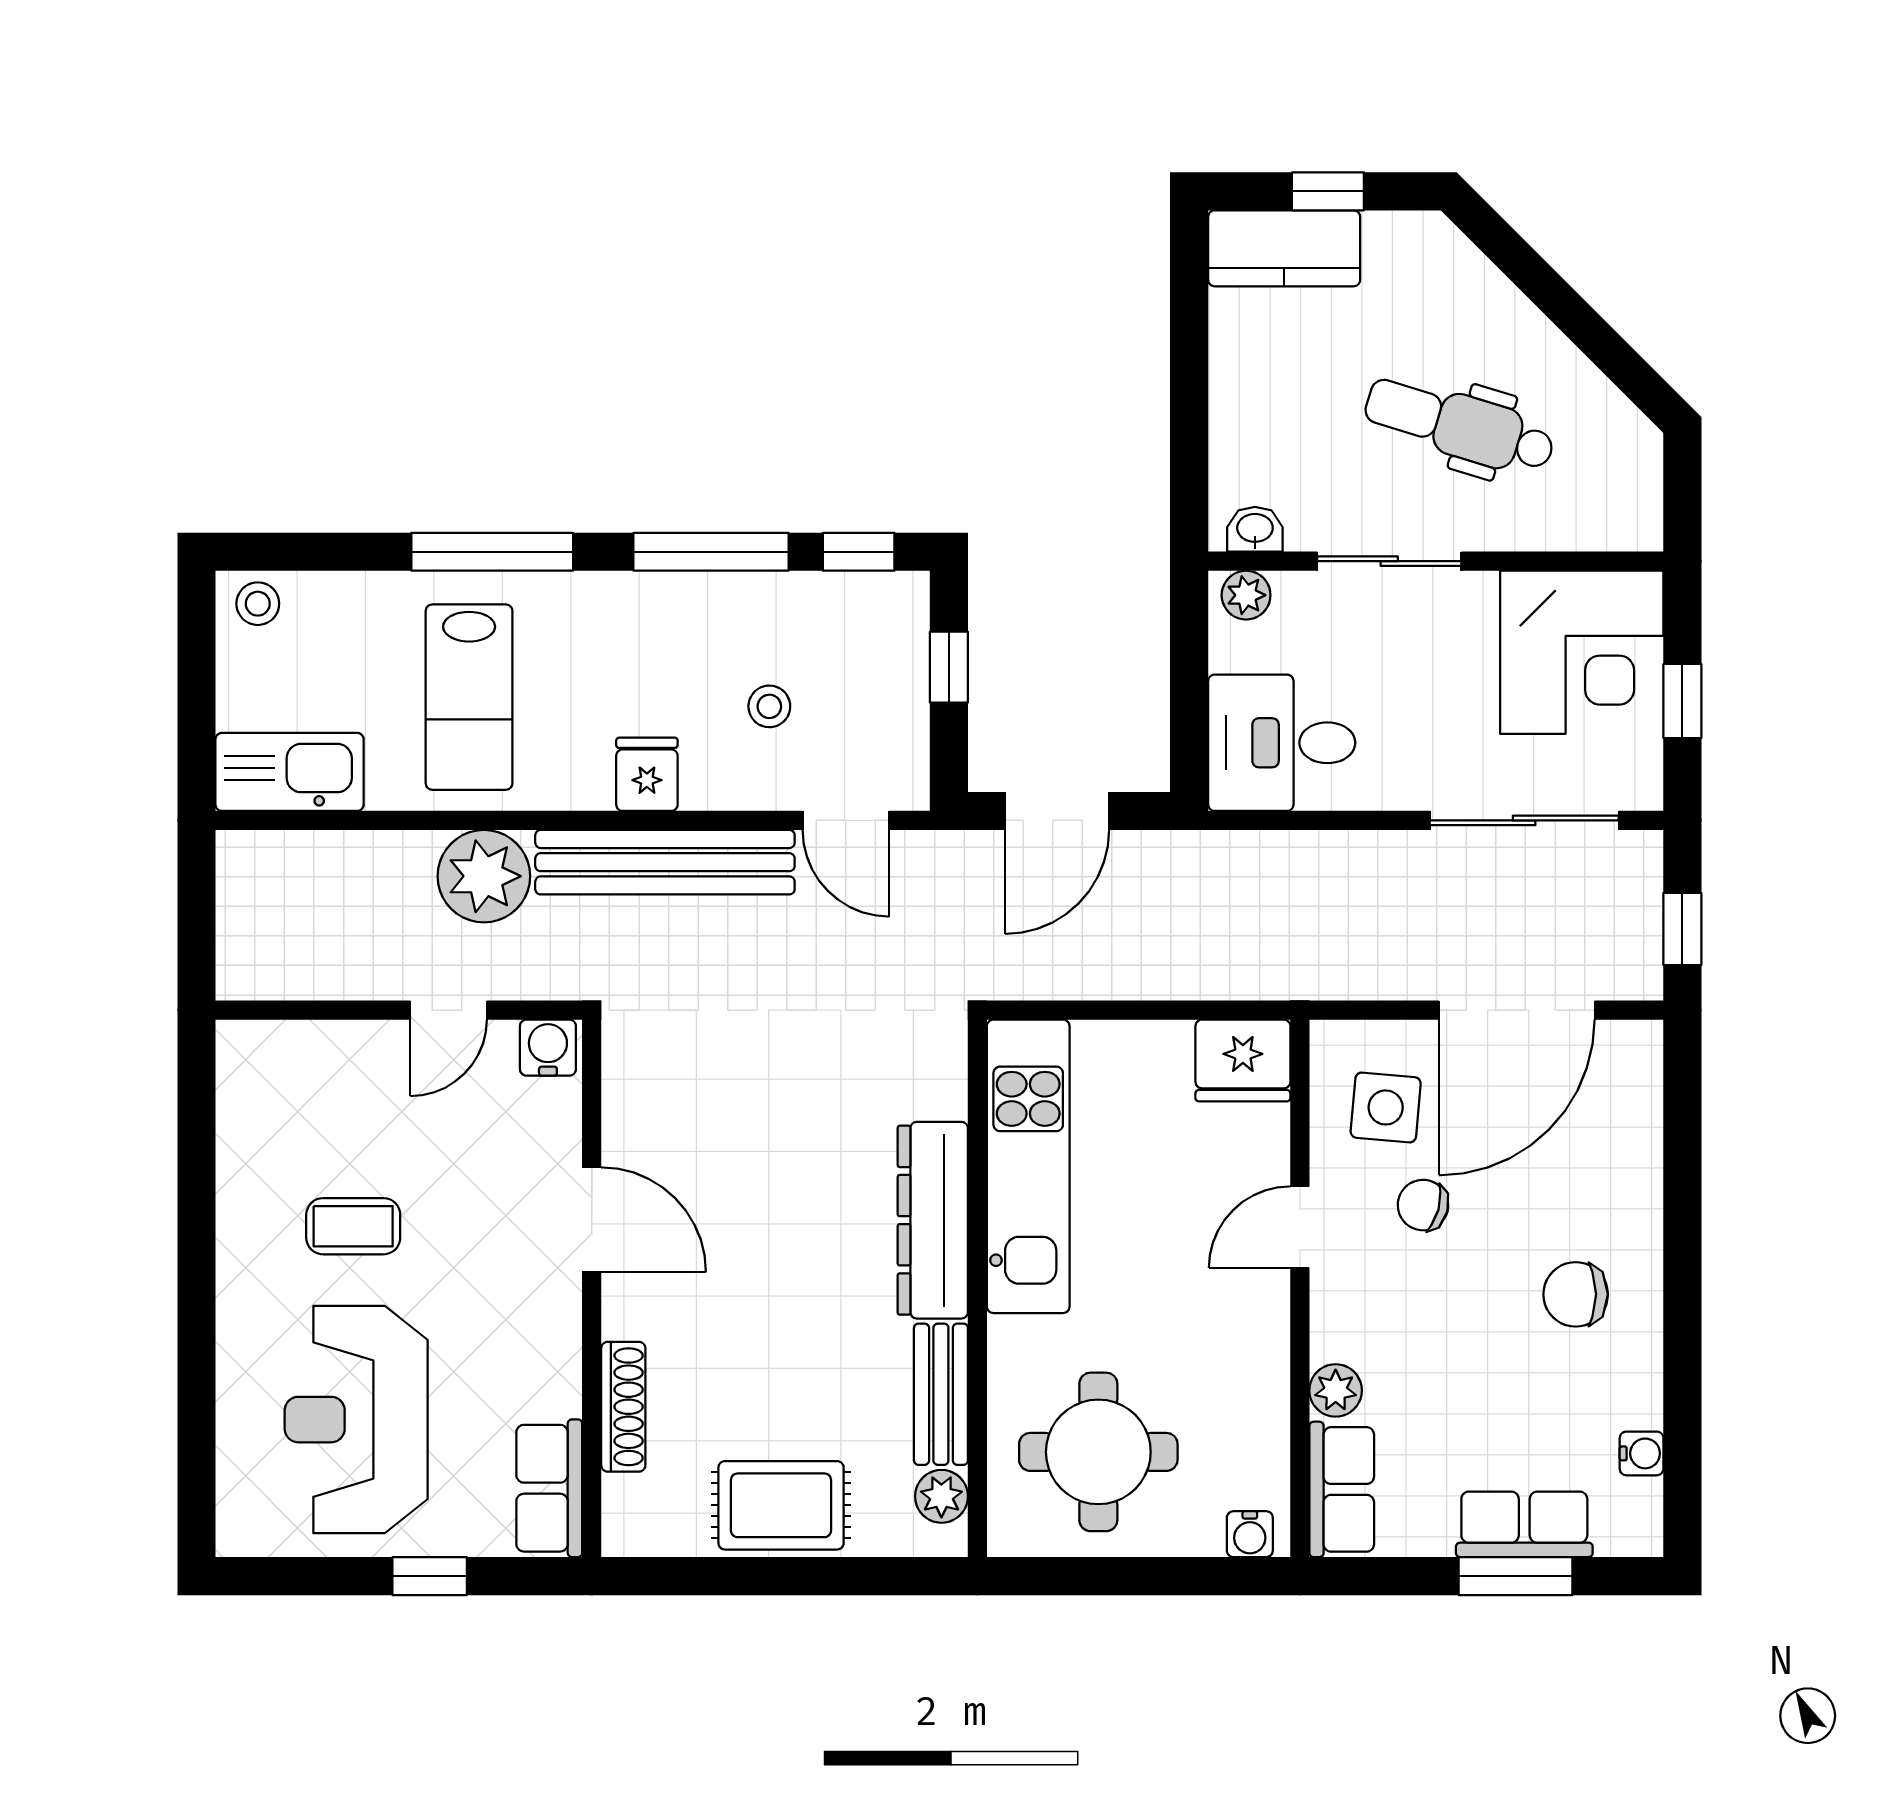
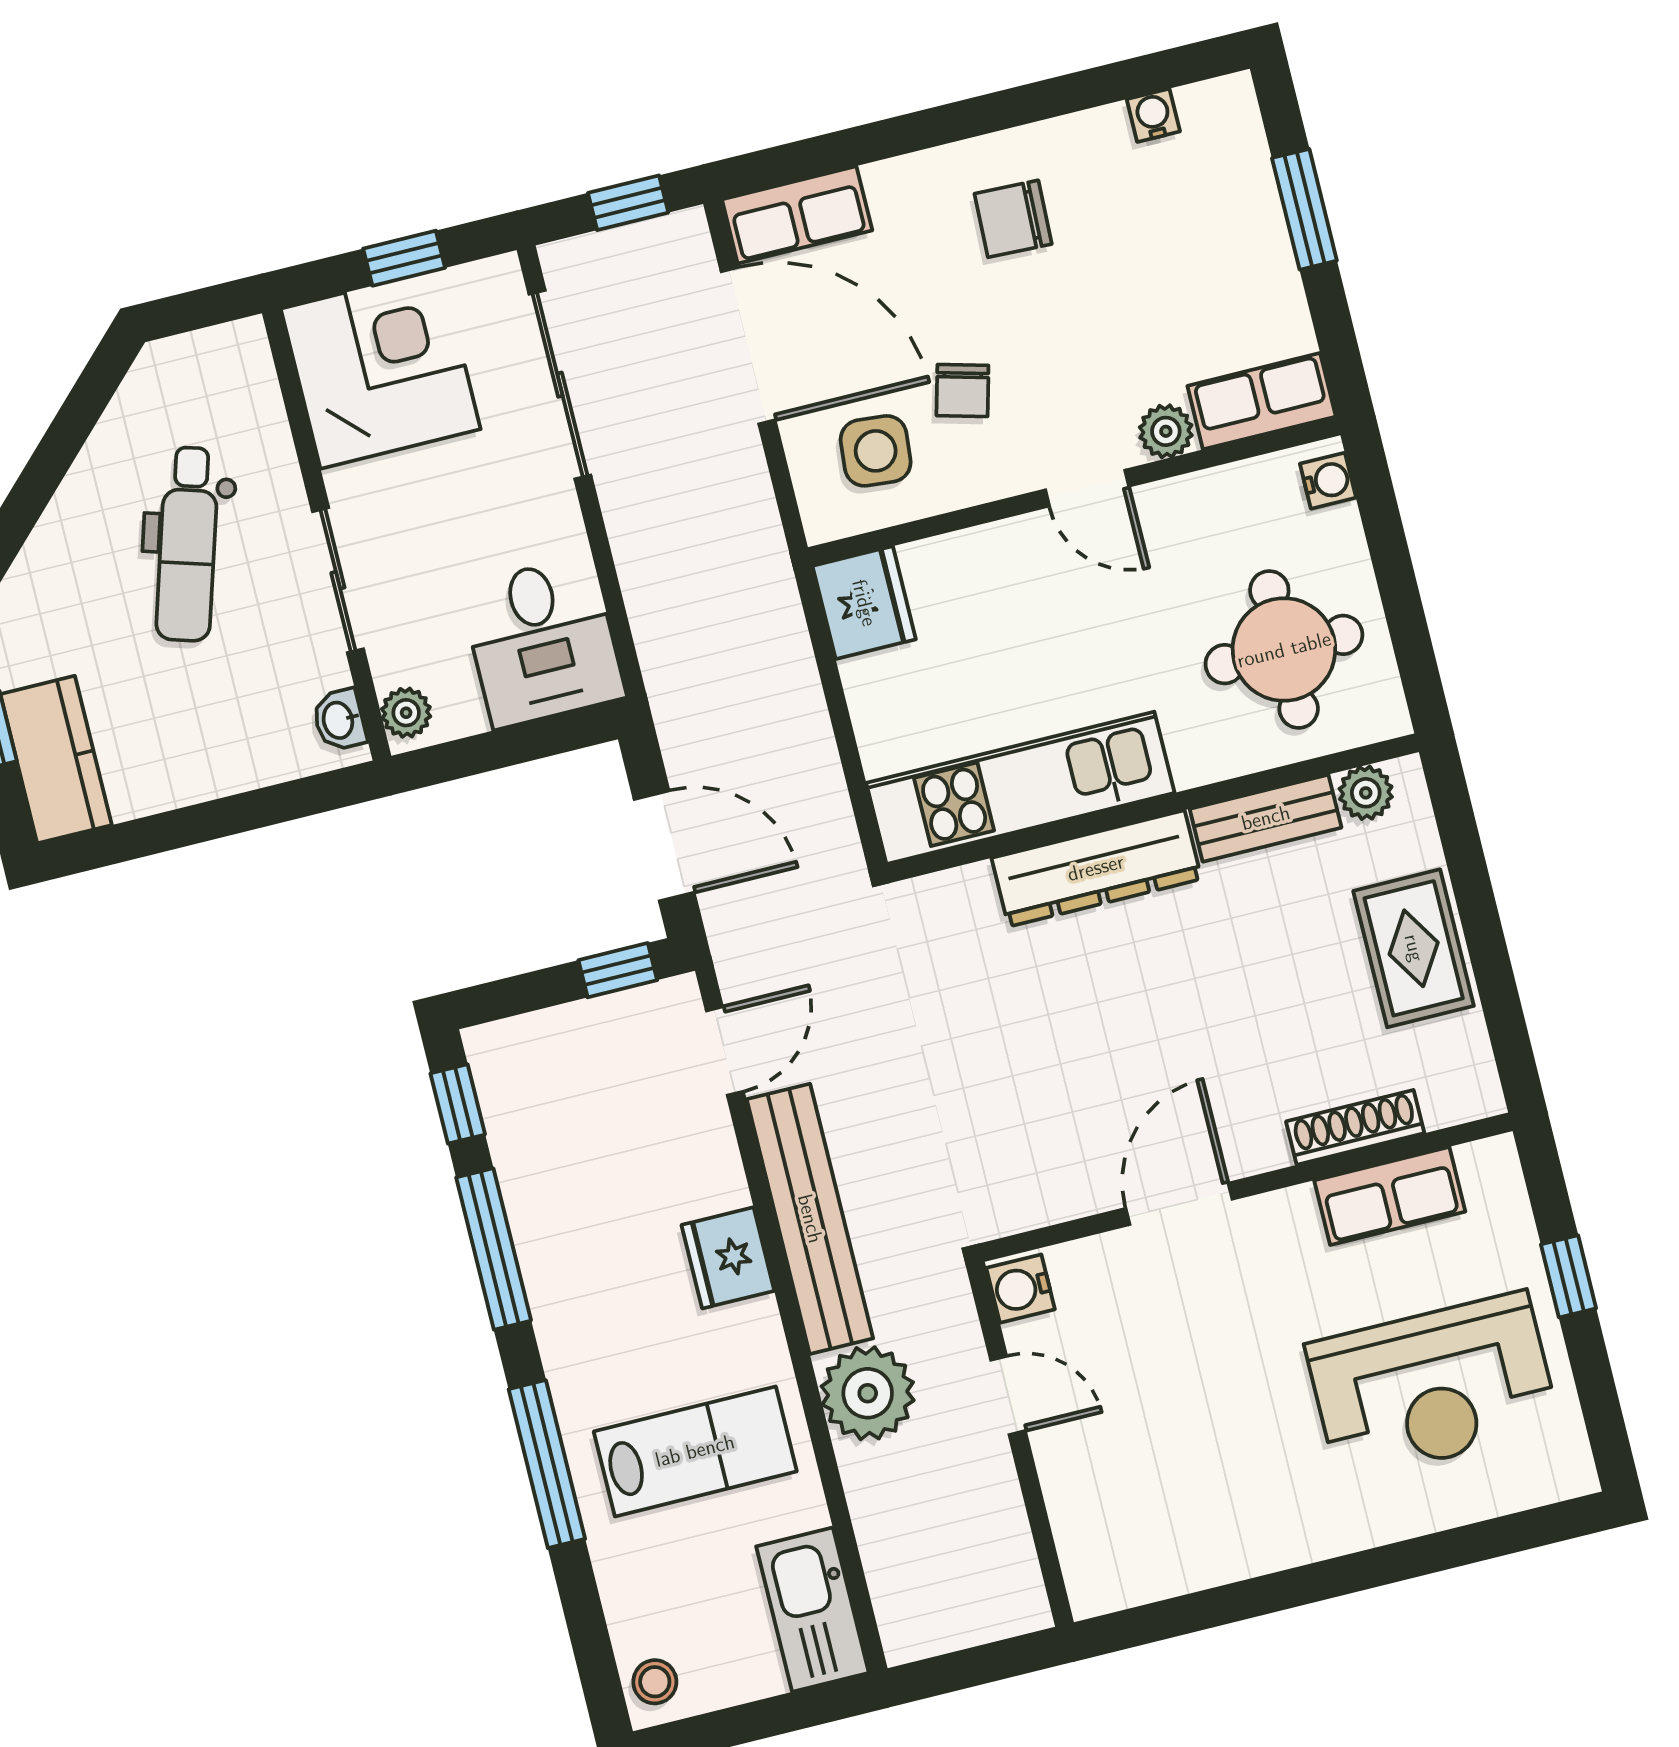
window: (949, 667) -> (618, 970), moved
stool: (769, 706) -> (631, 1154), removed
fridge: (647, 774) -> (728, 1258), width x1.38
coffee table: (353, 1226) -> (1243, 1437), removed
door: (1300, 1227) -> (1087, 488), moved
chair: (1576, 1294) -> (1013, 219), turned 92
row of seats: (549, 1488) -> (1390, 1196), moved
row of seats: (1524, 1524) -> (797, 215), moved, turned -90

